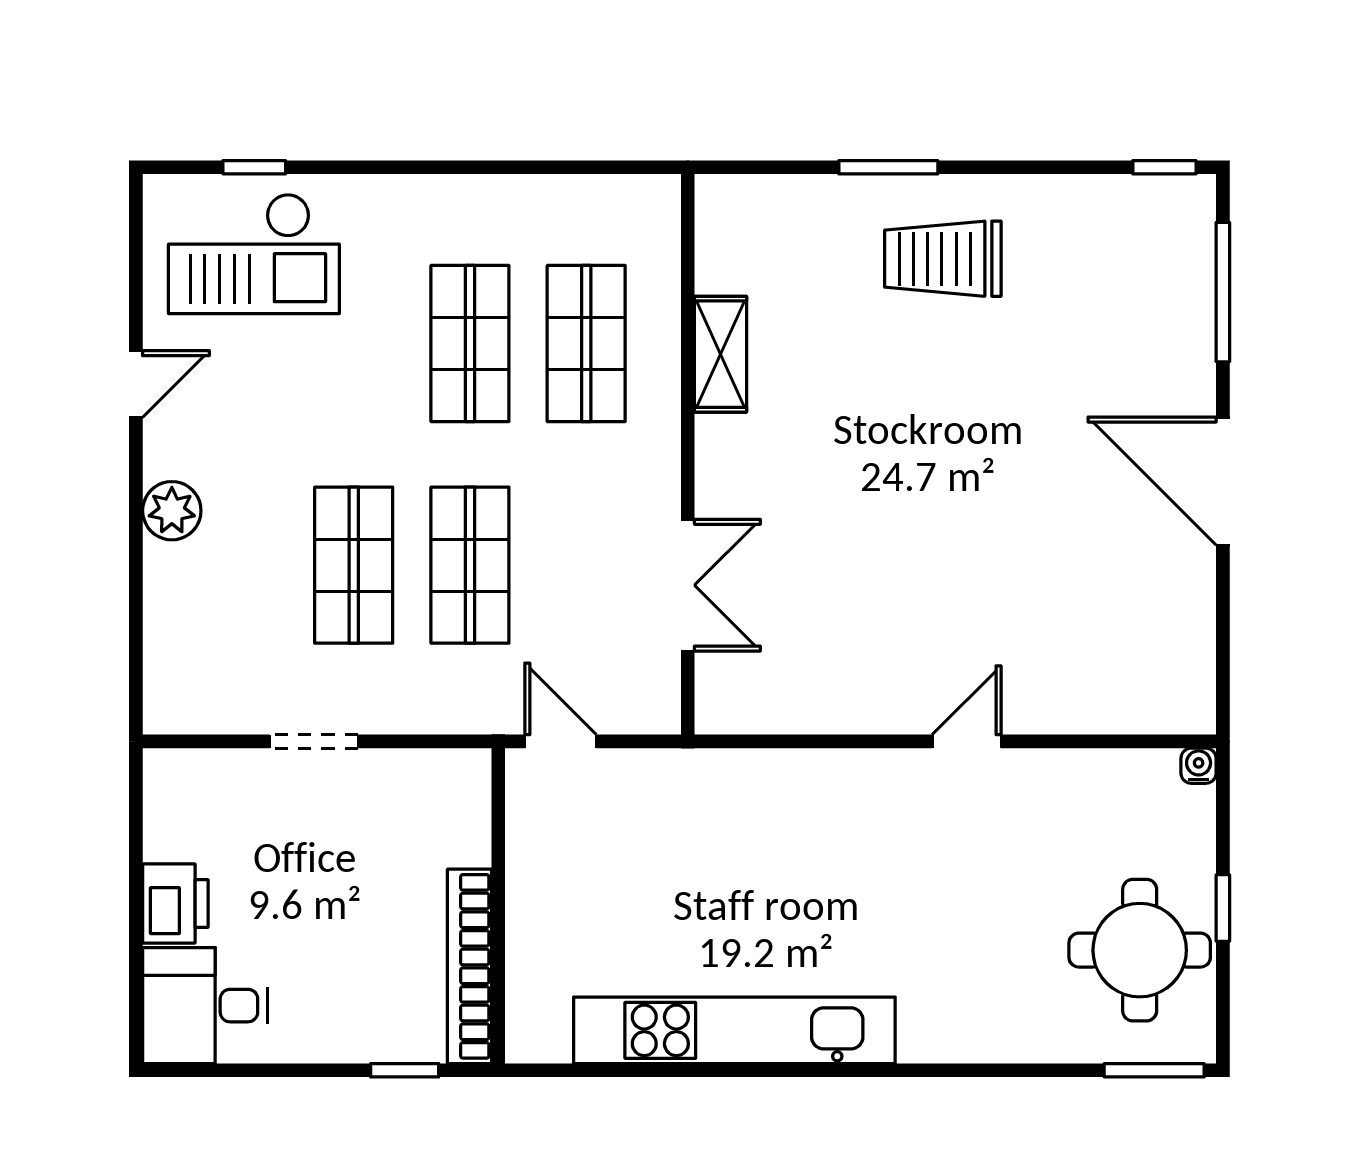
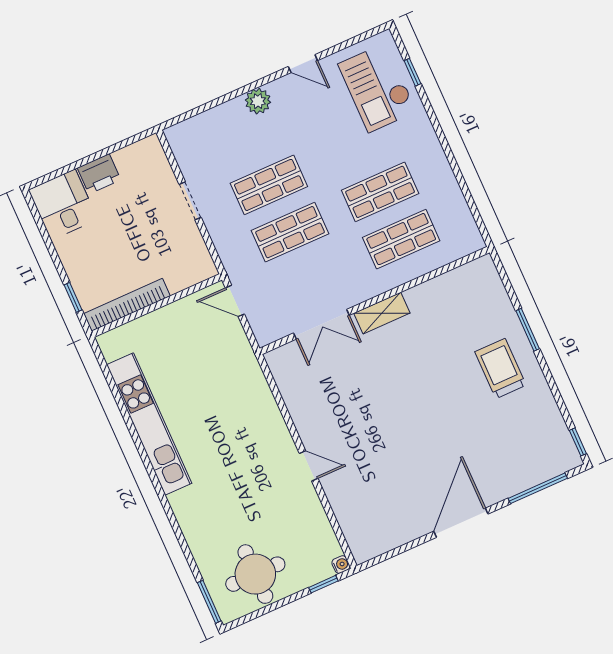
shelving: (721, 354) -> (382, 313), moved
door: (561, 741) -> (235, 301), swing flipped
window: (1223, 908) -> (323, 584), moved

